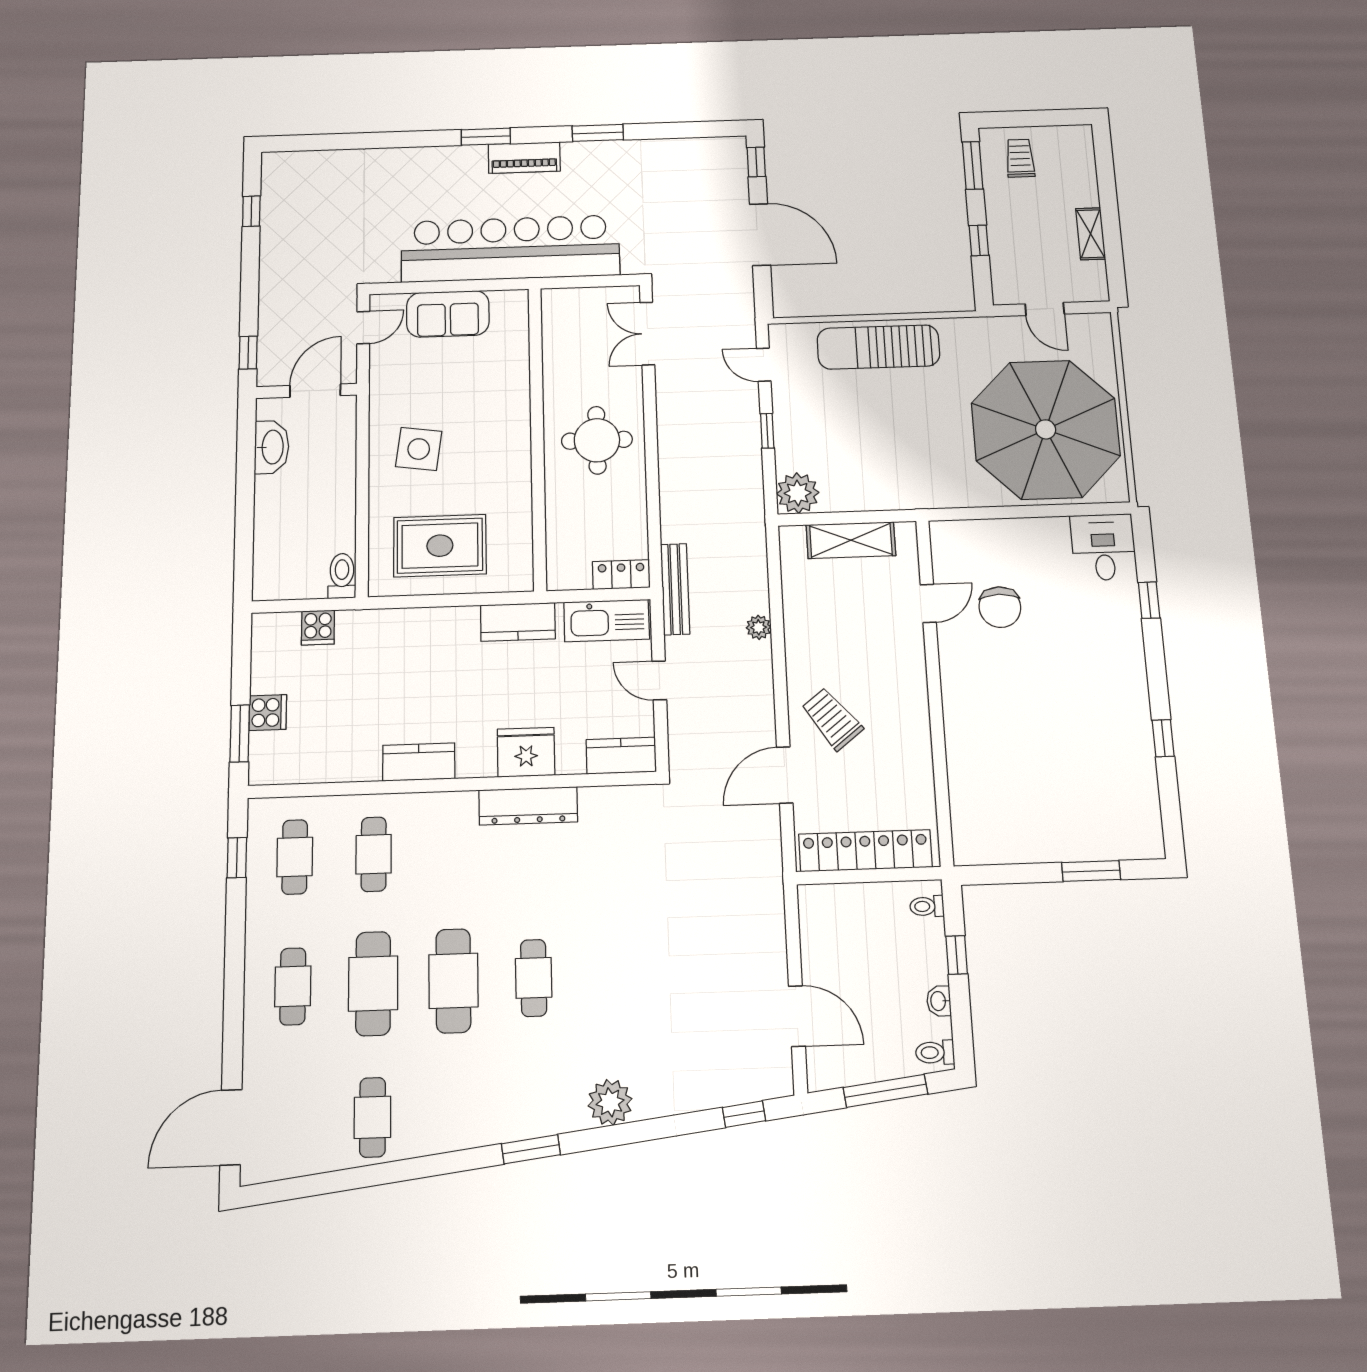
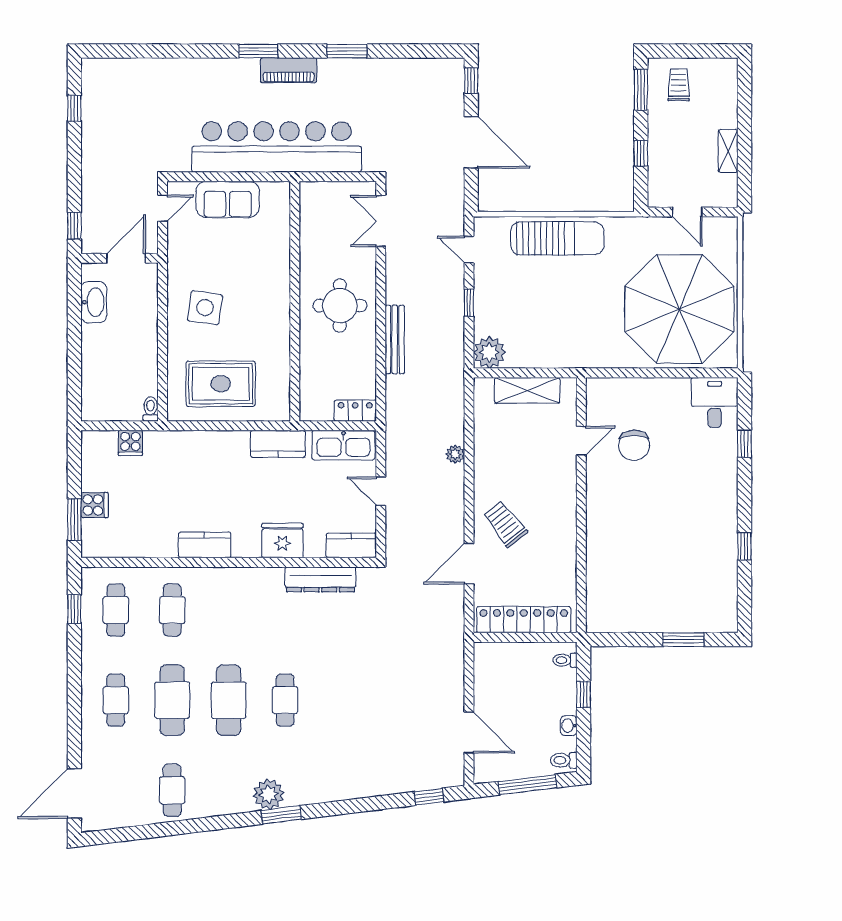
sun lounger: (878, 347) -> (557, 238), turned 180
toilet: (342, 576) -> (151, 409), width x0.73, depth x0.72
bench: (675, 589) -> (395, 339), moved
dresser: (528, 806) -> (320, 579), moved
plant: (610, 1102) -> (269, 794), moved

